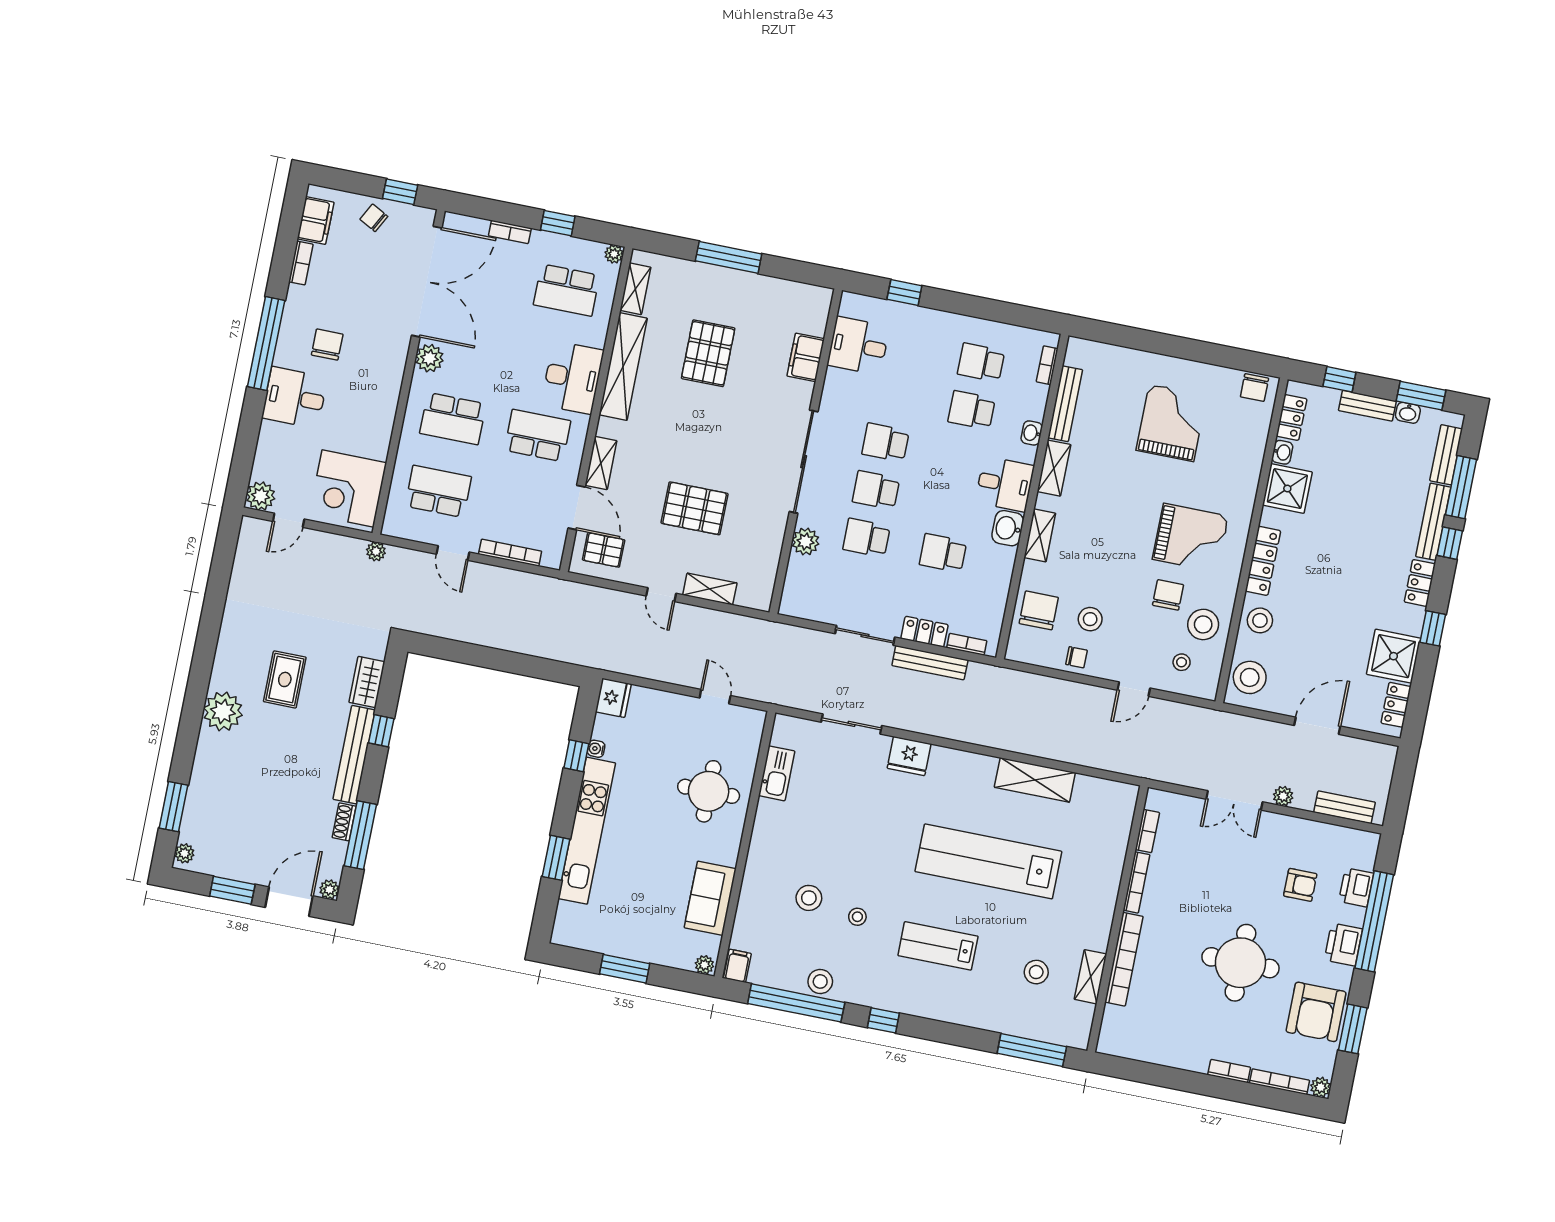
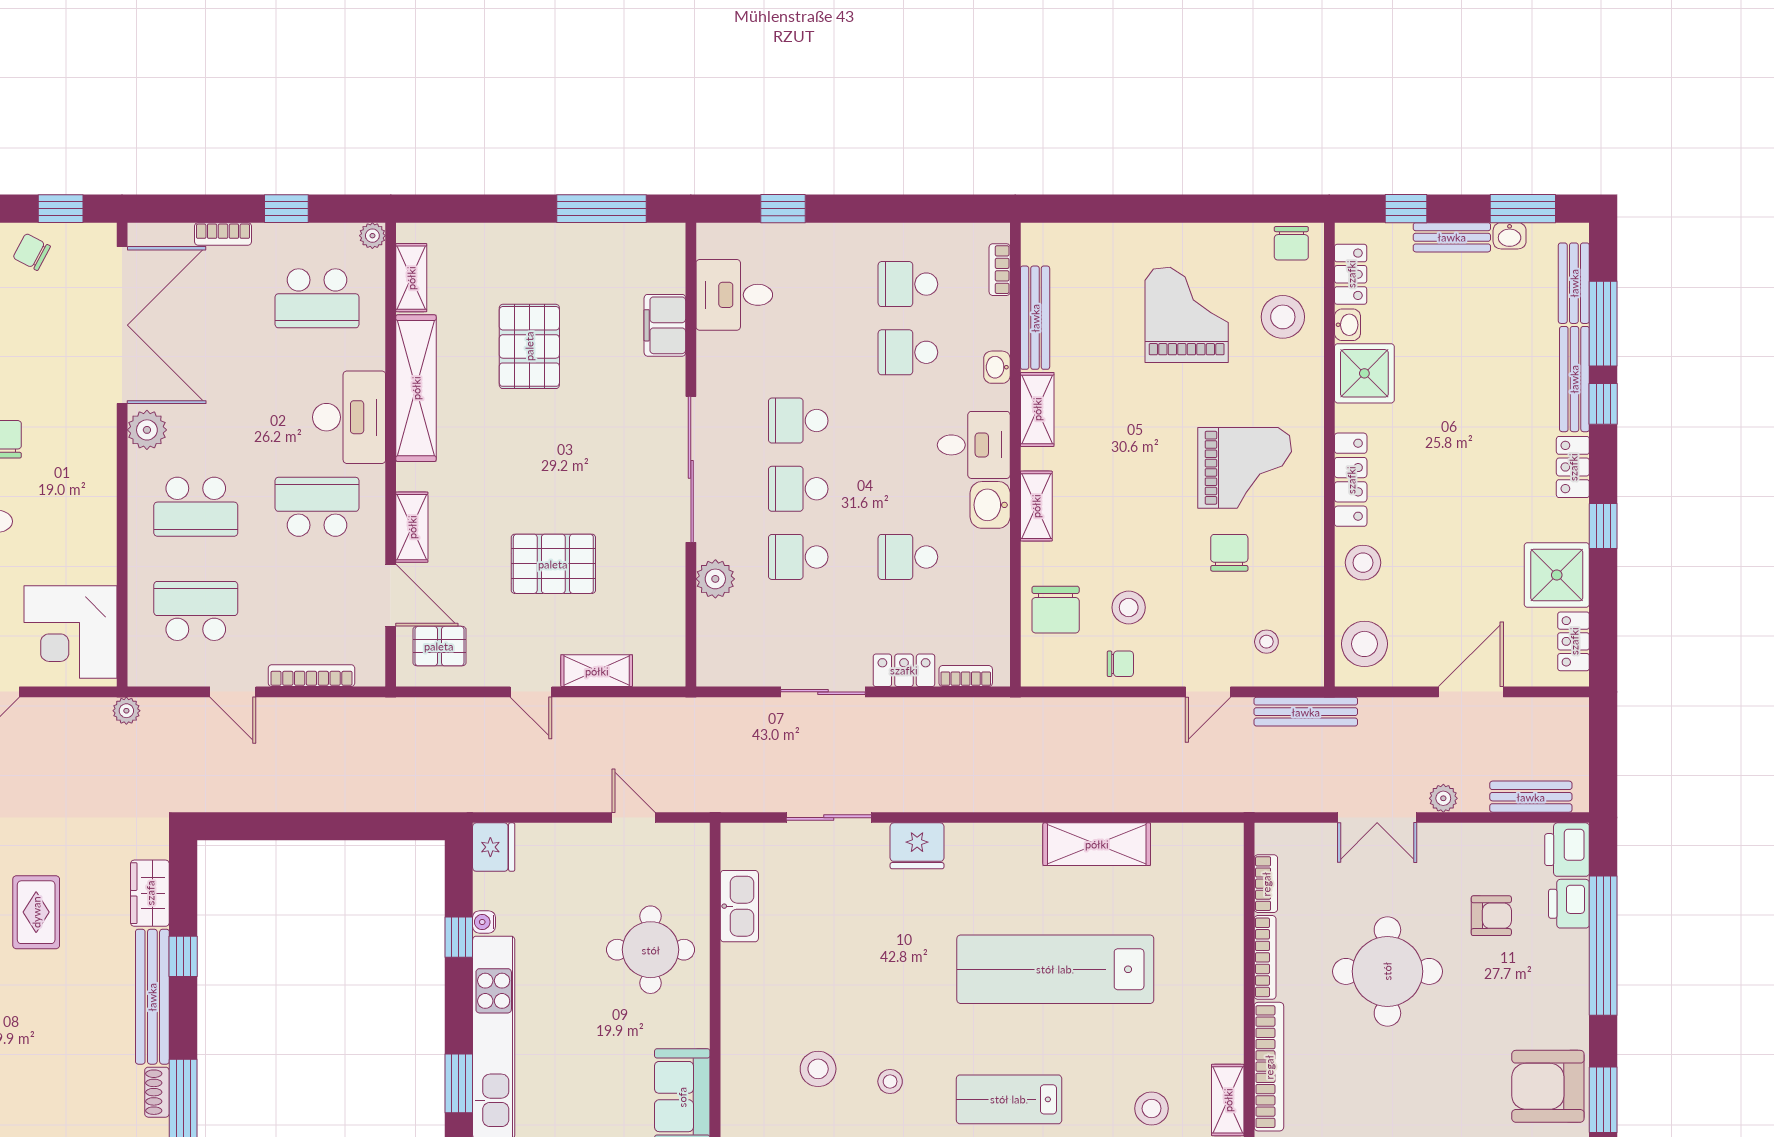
window: (729, 257) -> (601, 209), moved
chair: (1039, 610) -> (1056, 610), turned 180
stool: (1203, 624) -> (1283, 317), moved
bench: (930, 663) -> (1306, 712), moved
printer: (1343, 944) -> (1567, 850), moved
round table: (1240, 963) -> (1387, 971), moved
armchair: (1316, 1012) -> (1548, 1086), turned 90

